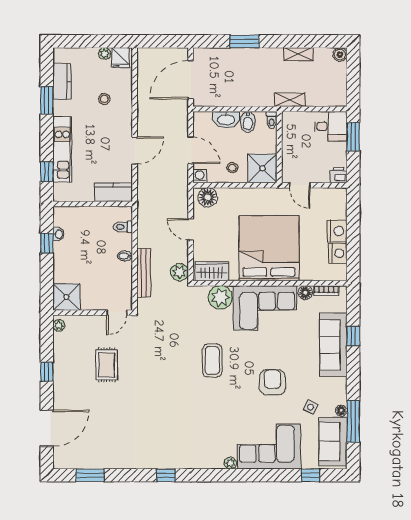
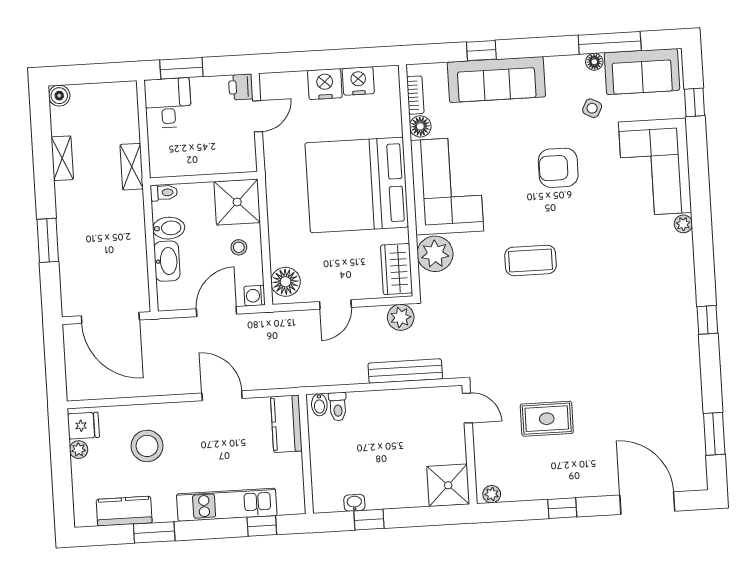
stool: (104, 99) -> (147, 446), width x1.89, depth x1.89
door: (300, 185) -> (258, 116), moved
bidet: (125, 256) -> (319, 405), moved

